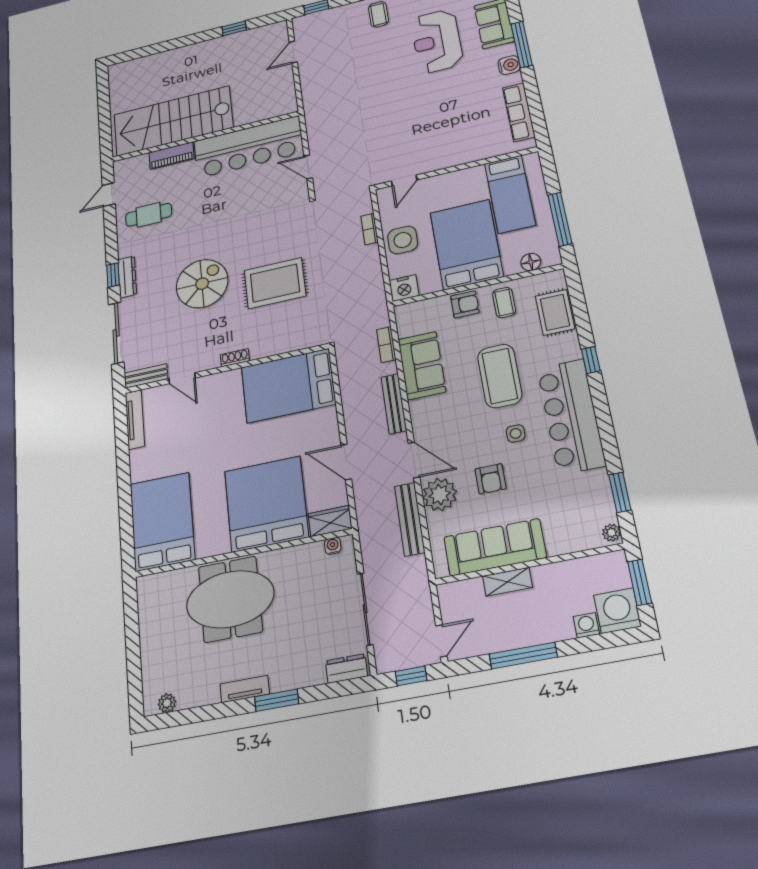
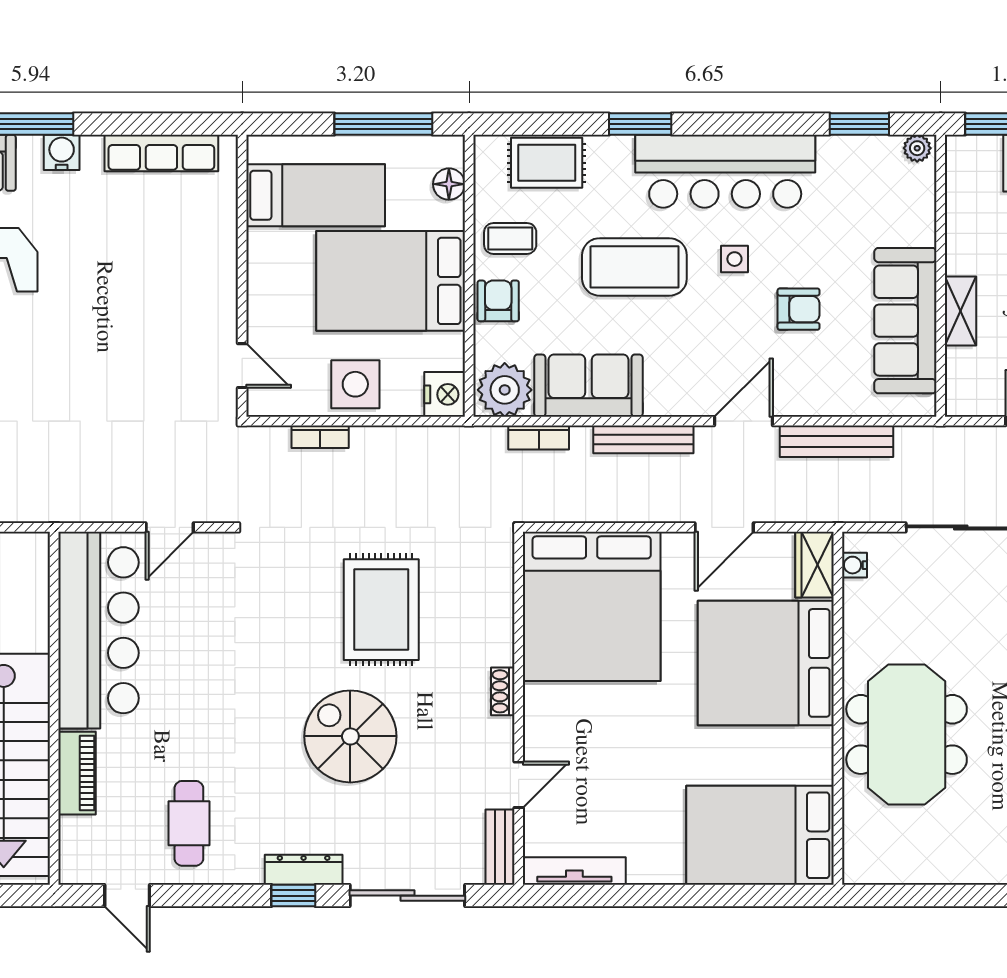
window: (591, 360) -> (640, 124), width x1.50
bed: (288, 386) -> (592, 606), width x1.36
plant: (440, 495) -> (505, 390), moved

